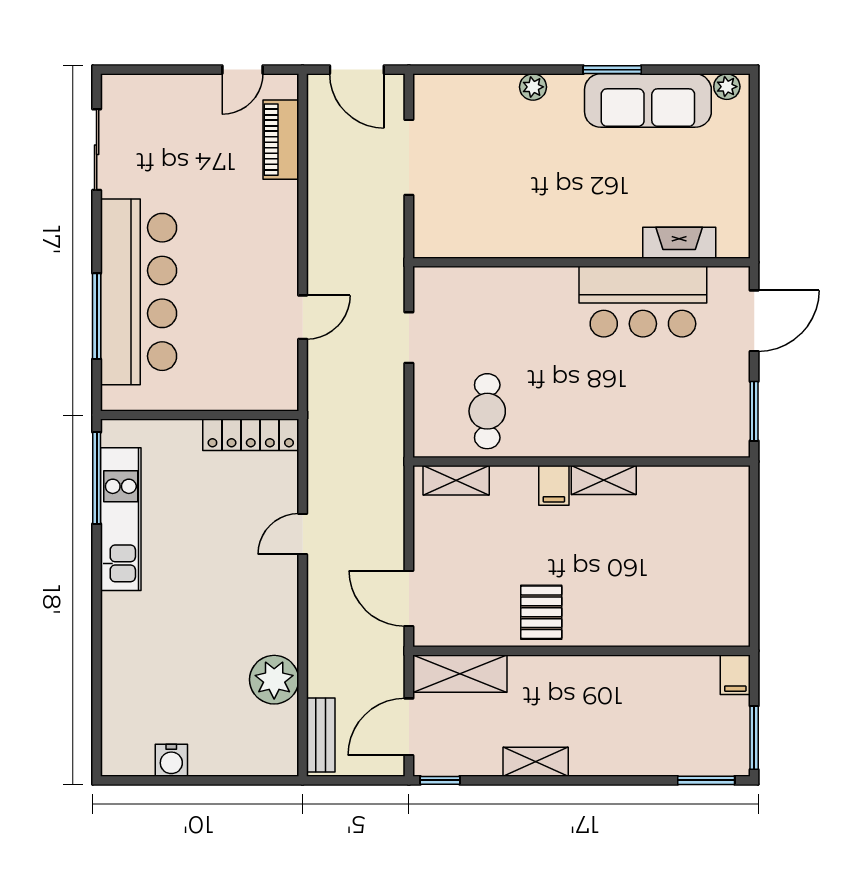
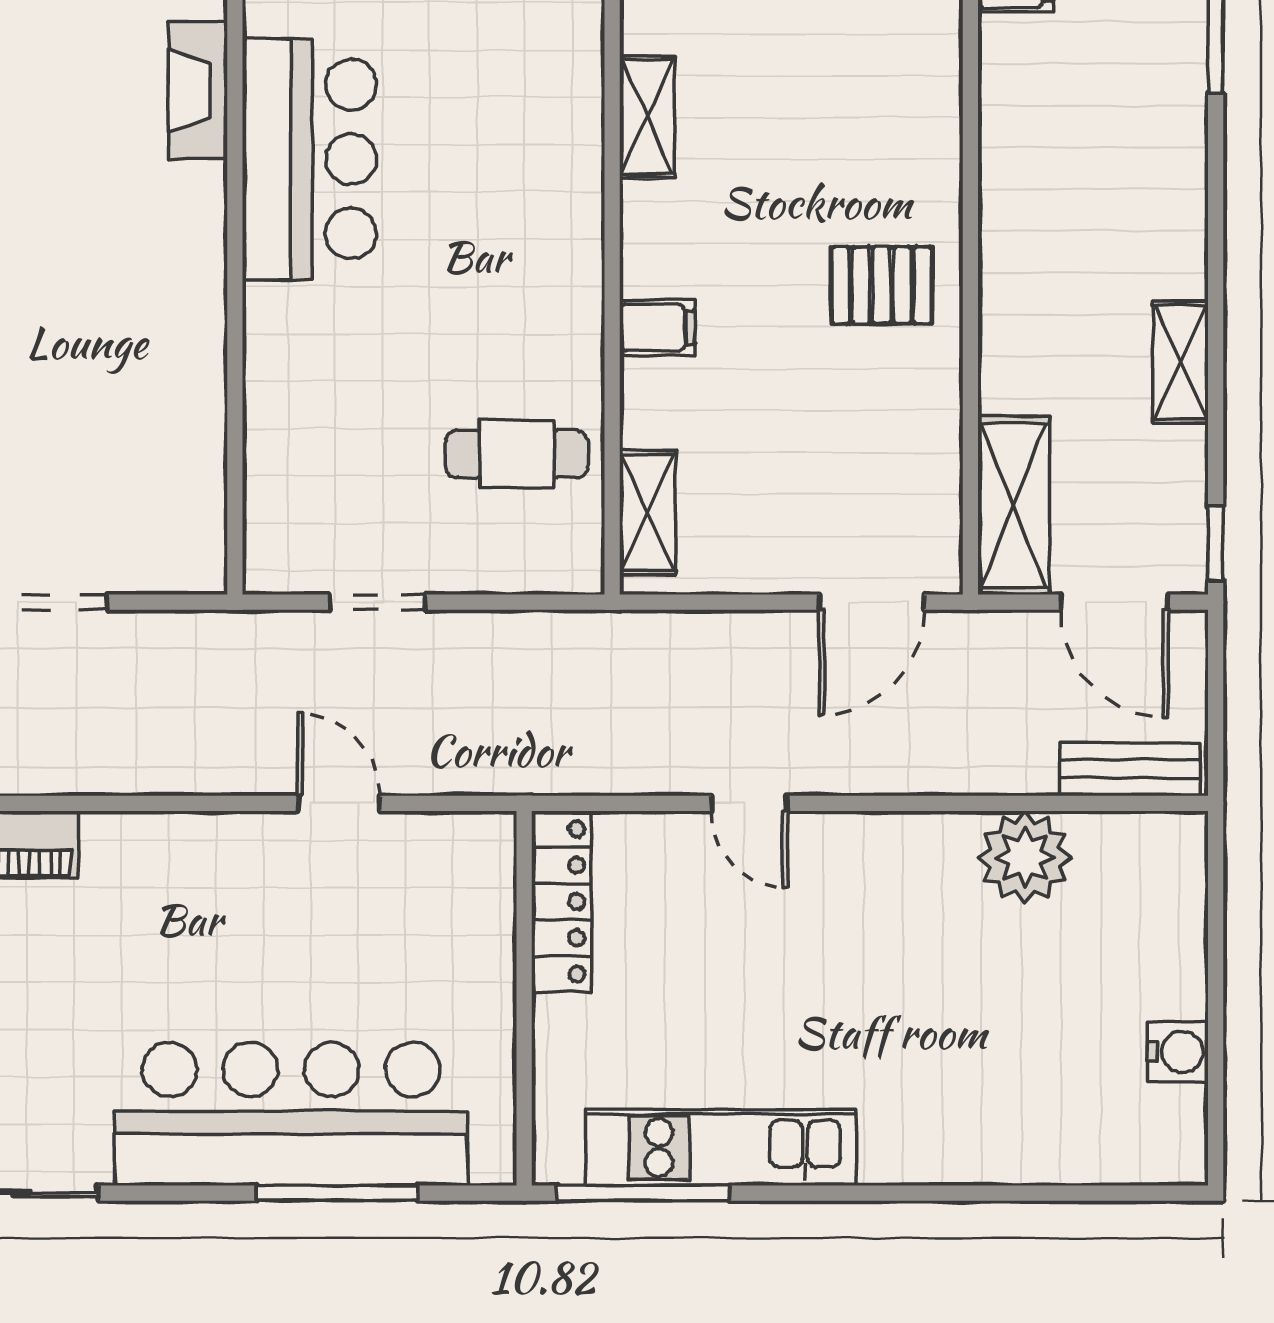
shelving: (604, 480) -> (647, 117), moved
pallet: (541, 612) -> (882, 285), moved

